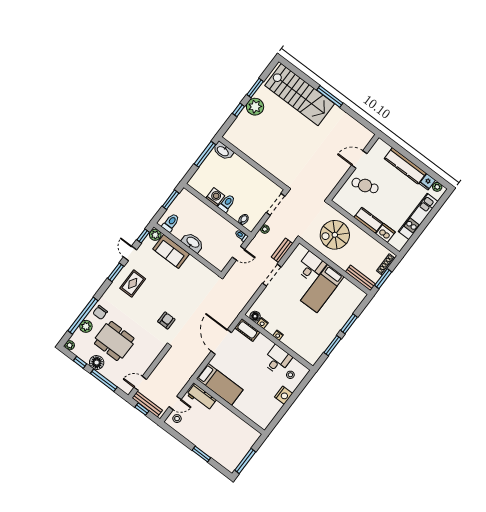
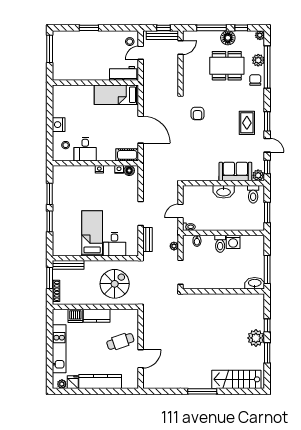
stairs: (300, 95) -> (236, 379), width x0.73, depth x0.66

